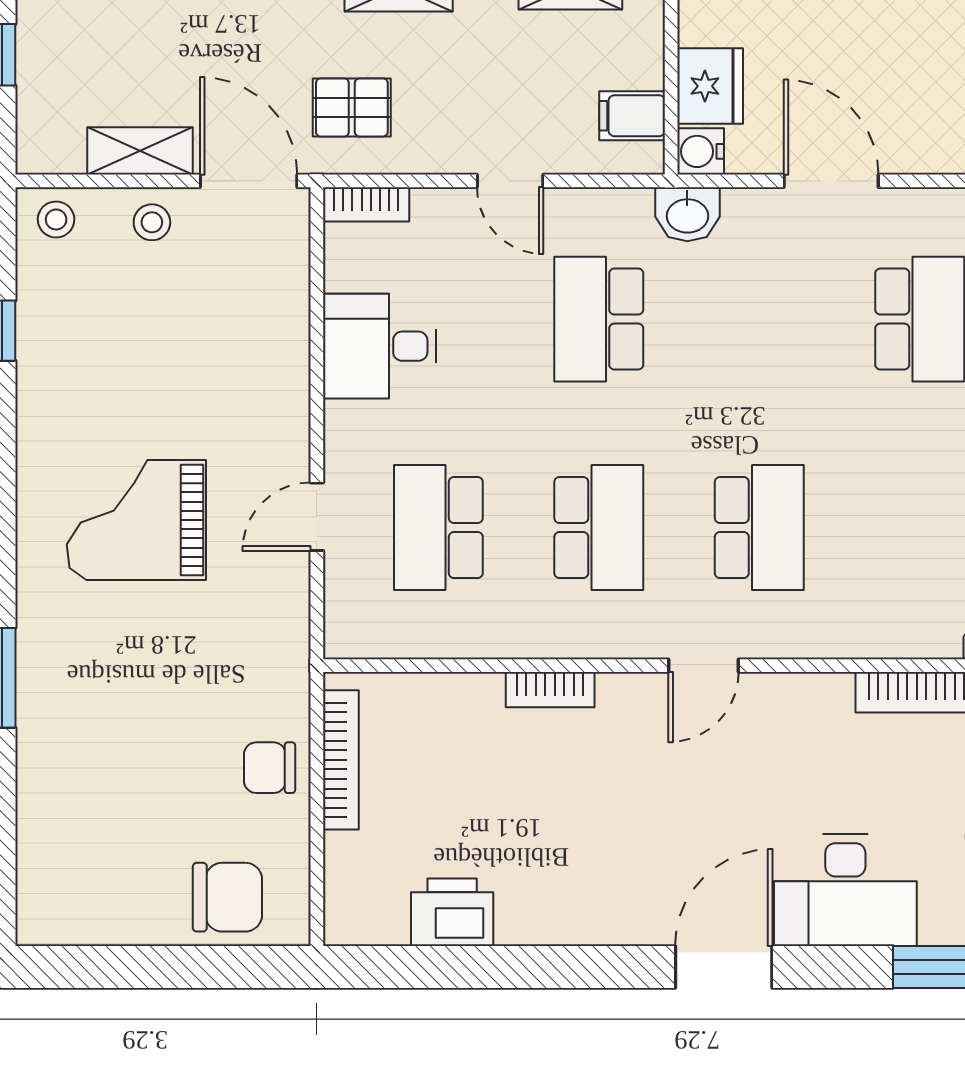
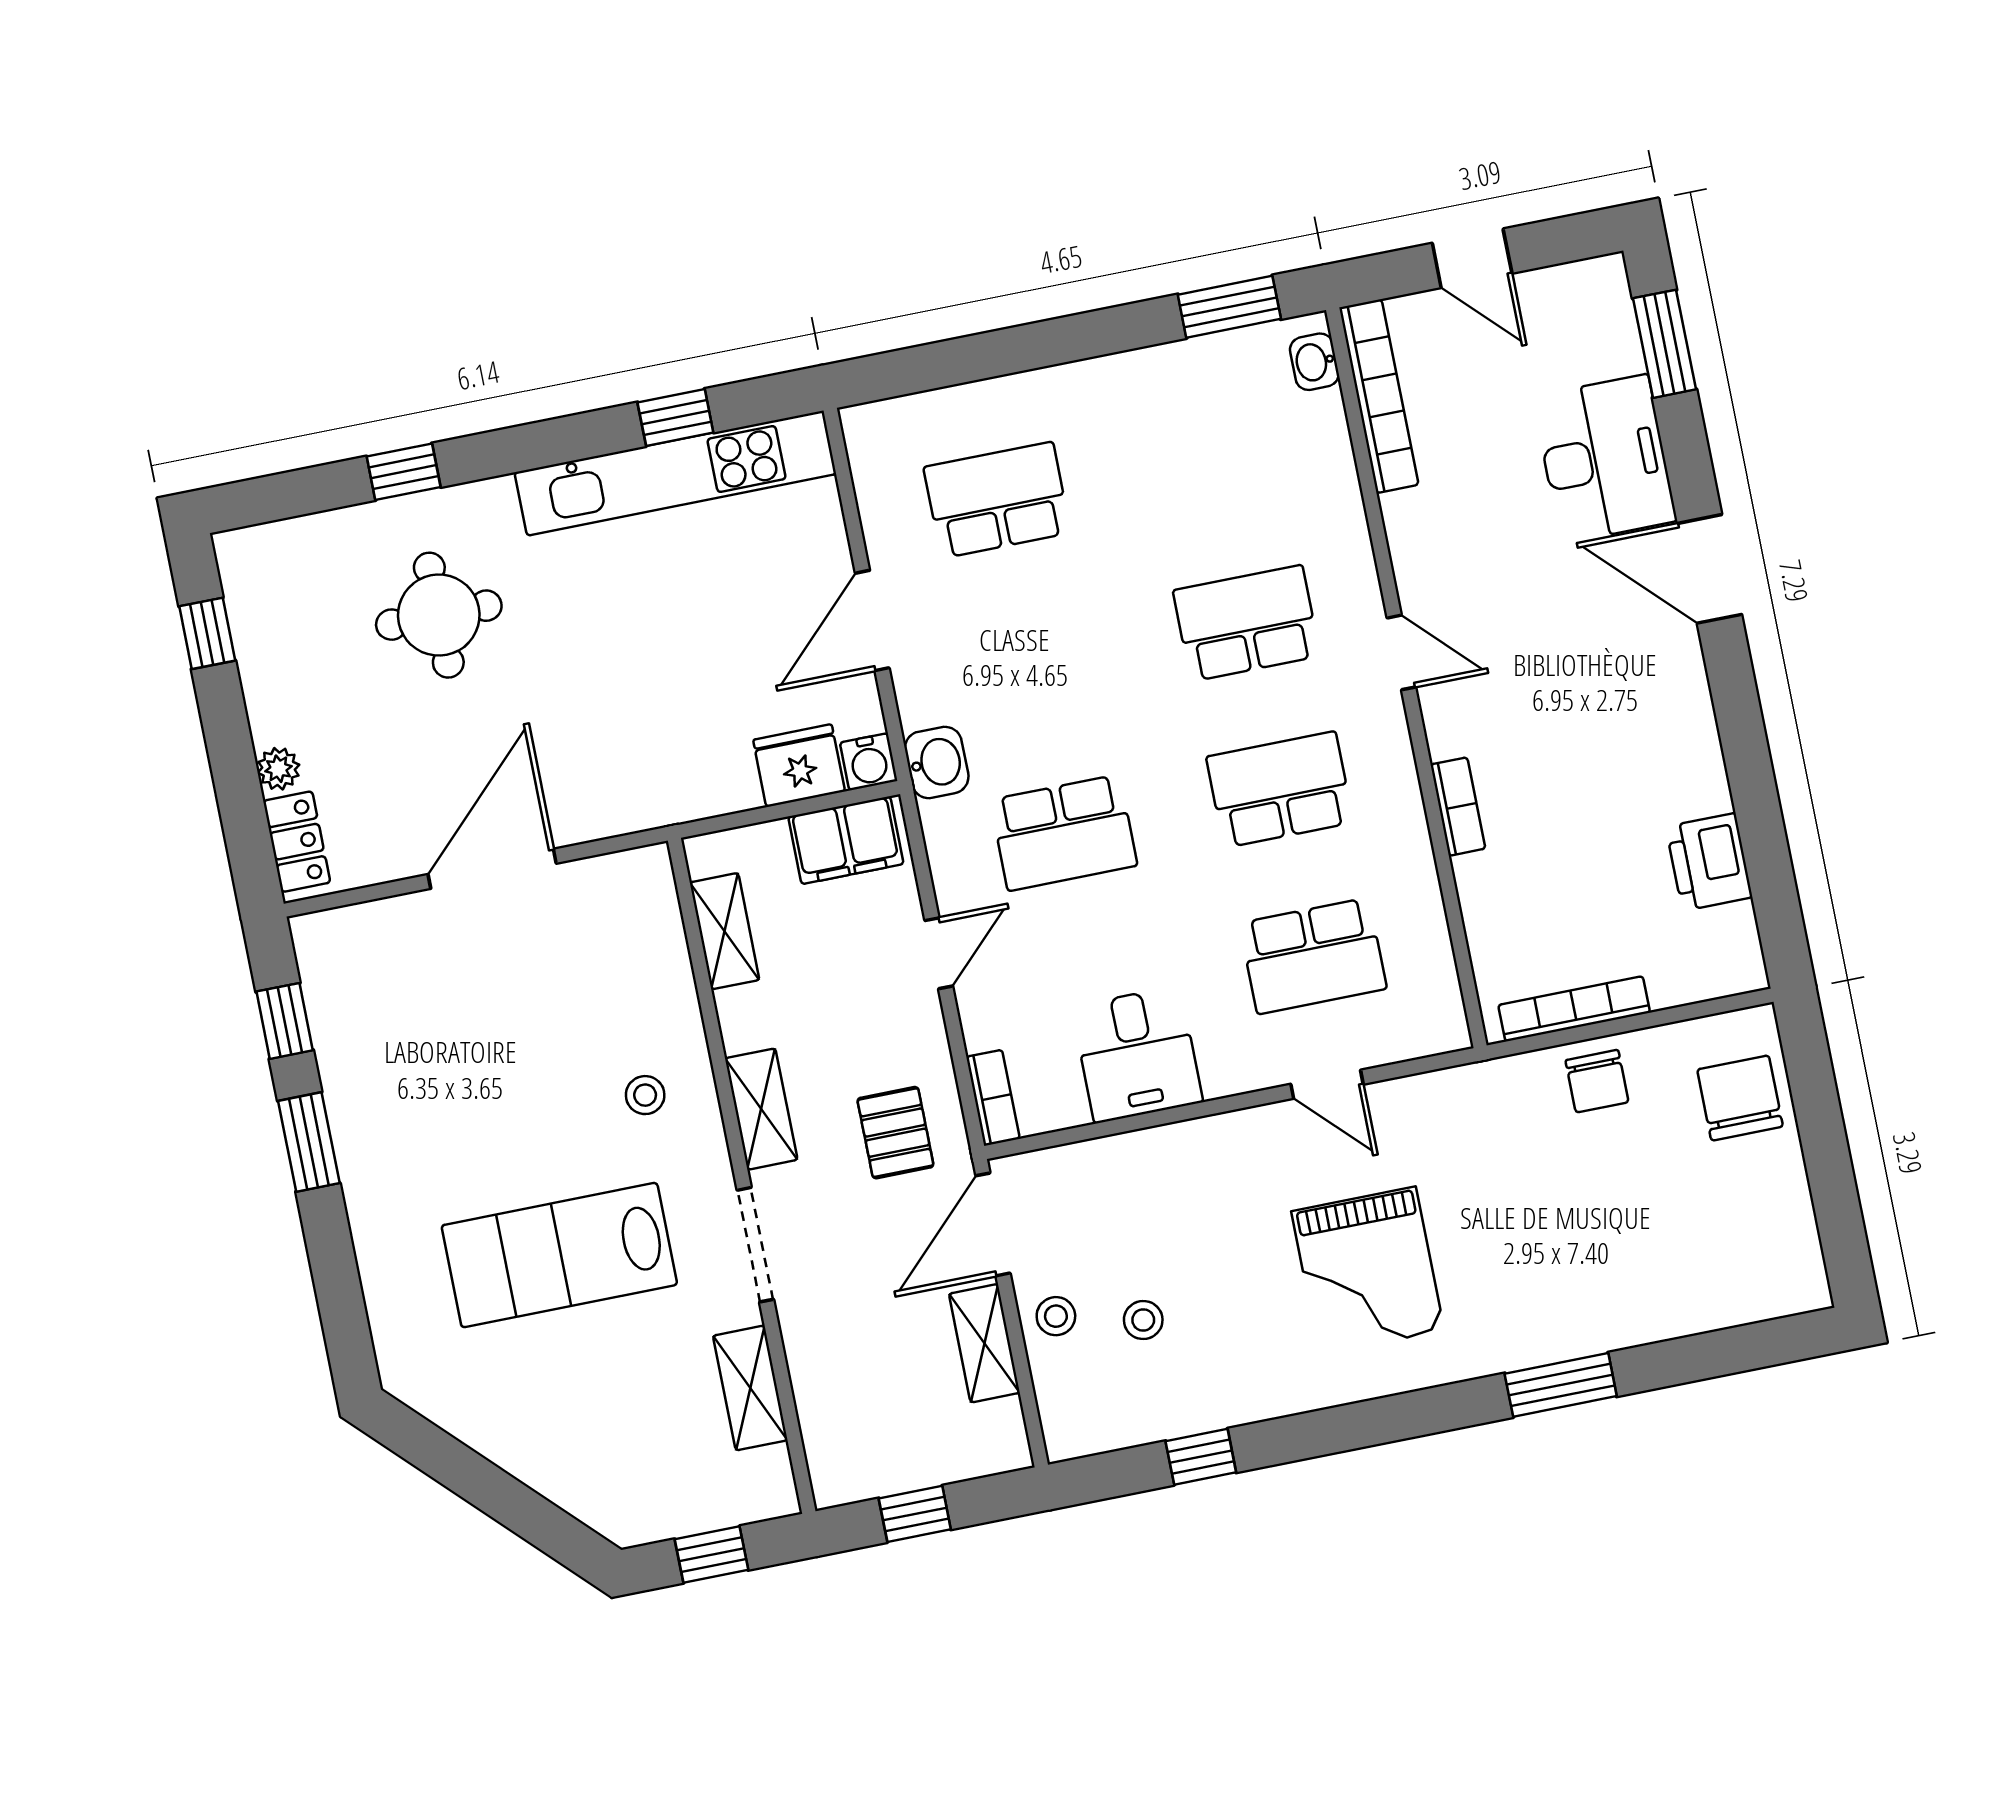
filing cabinet: (632, 116) -> (846, 840), width x2.00
stool: (56, 219) -> (1143, 1320), moved

